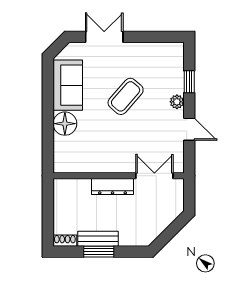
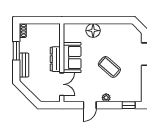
window: (189, 82) -> (129, 105), moved
sofa: (68, 85) -> (72, 58), moved, turned -90
bench: (98, 239) -> (24, 65), moved

